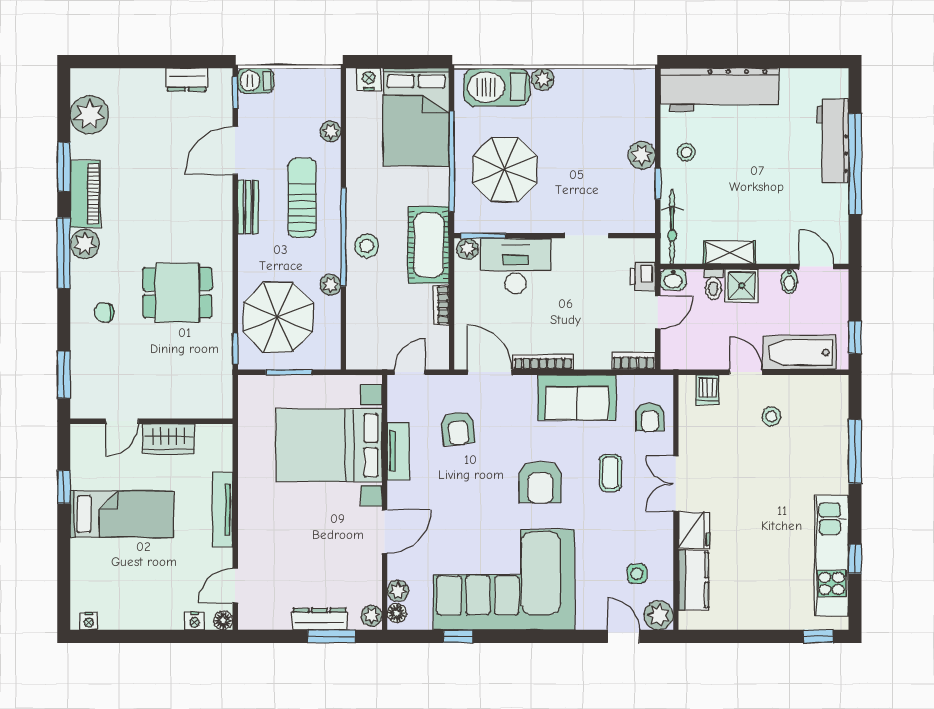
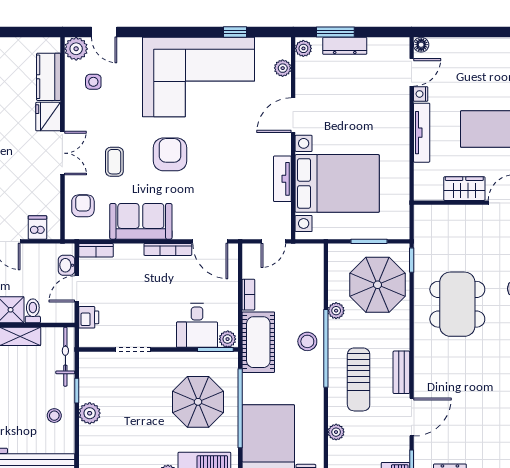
desk: (516, 266) -> (197, 325), width x0.73
washbasin: (673, 279) -> (67, 265), moved, turned -90
dining table: (177, 293) -> (457, 304), width x1.38
armchair: (458, 428) -> (235, 197), removed
floor lamp: (397, 613) -> (284, 50), removed
nightstand: (195, 621) -> (421, 94), moved, turned -90

